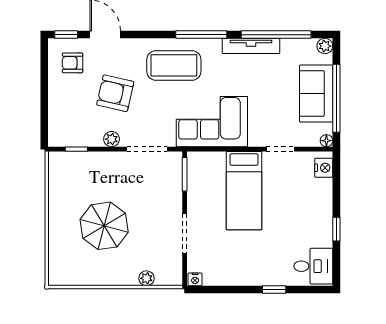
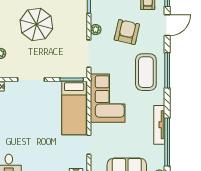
window: (201, 35) -> (167, 70), moved
bed: (244, 191) -> (74, 108), moved, turned -90

